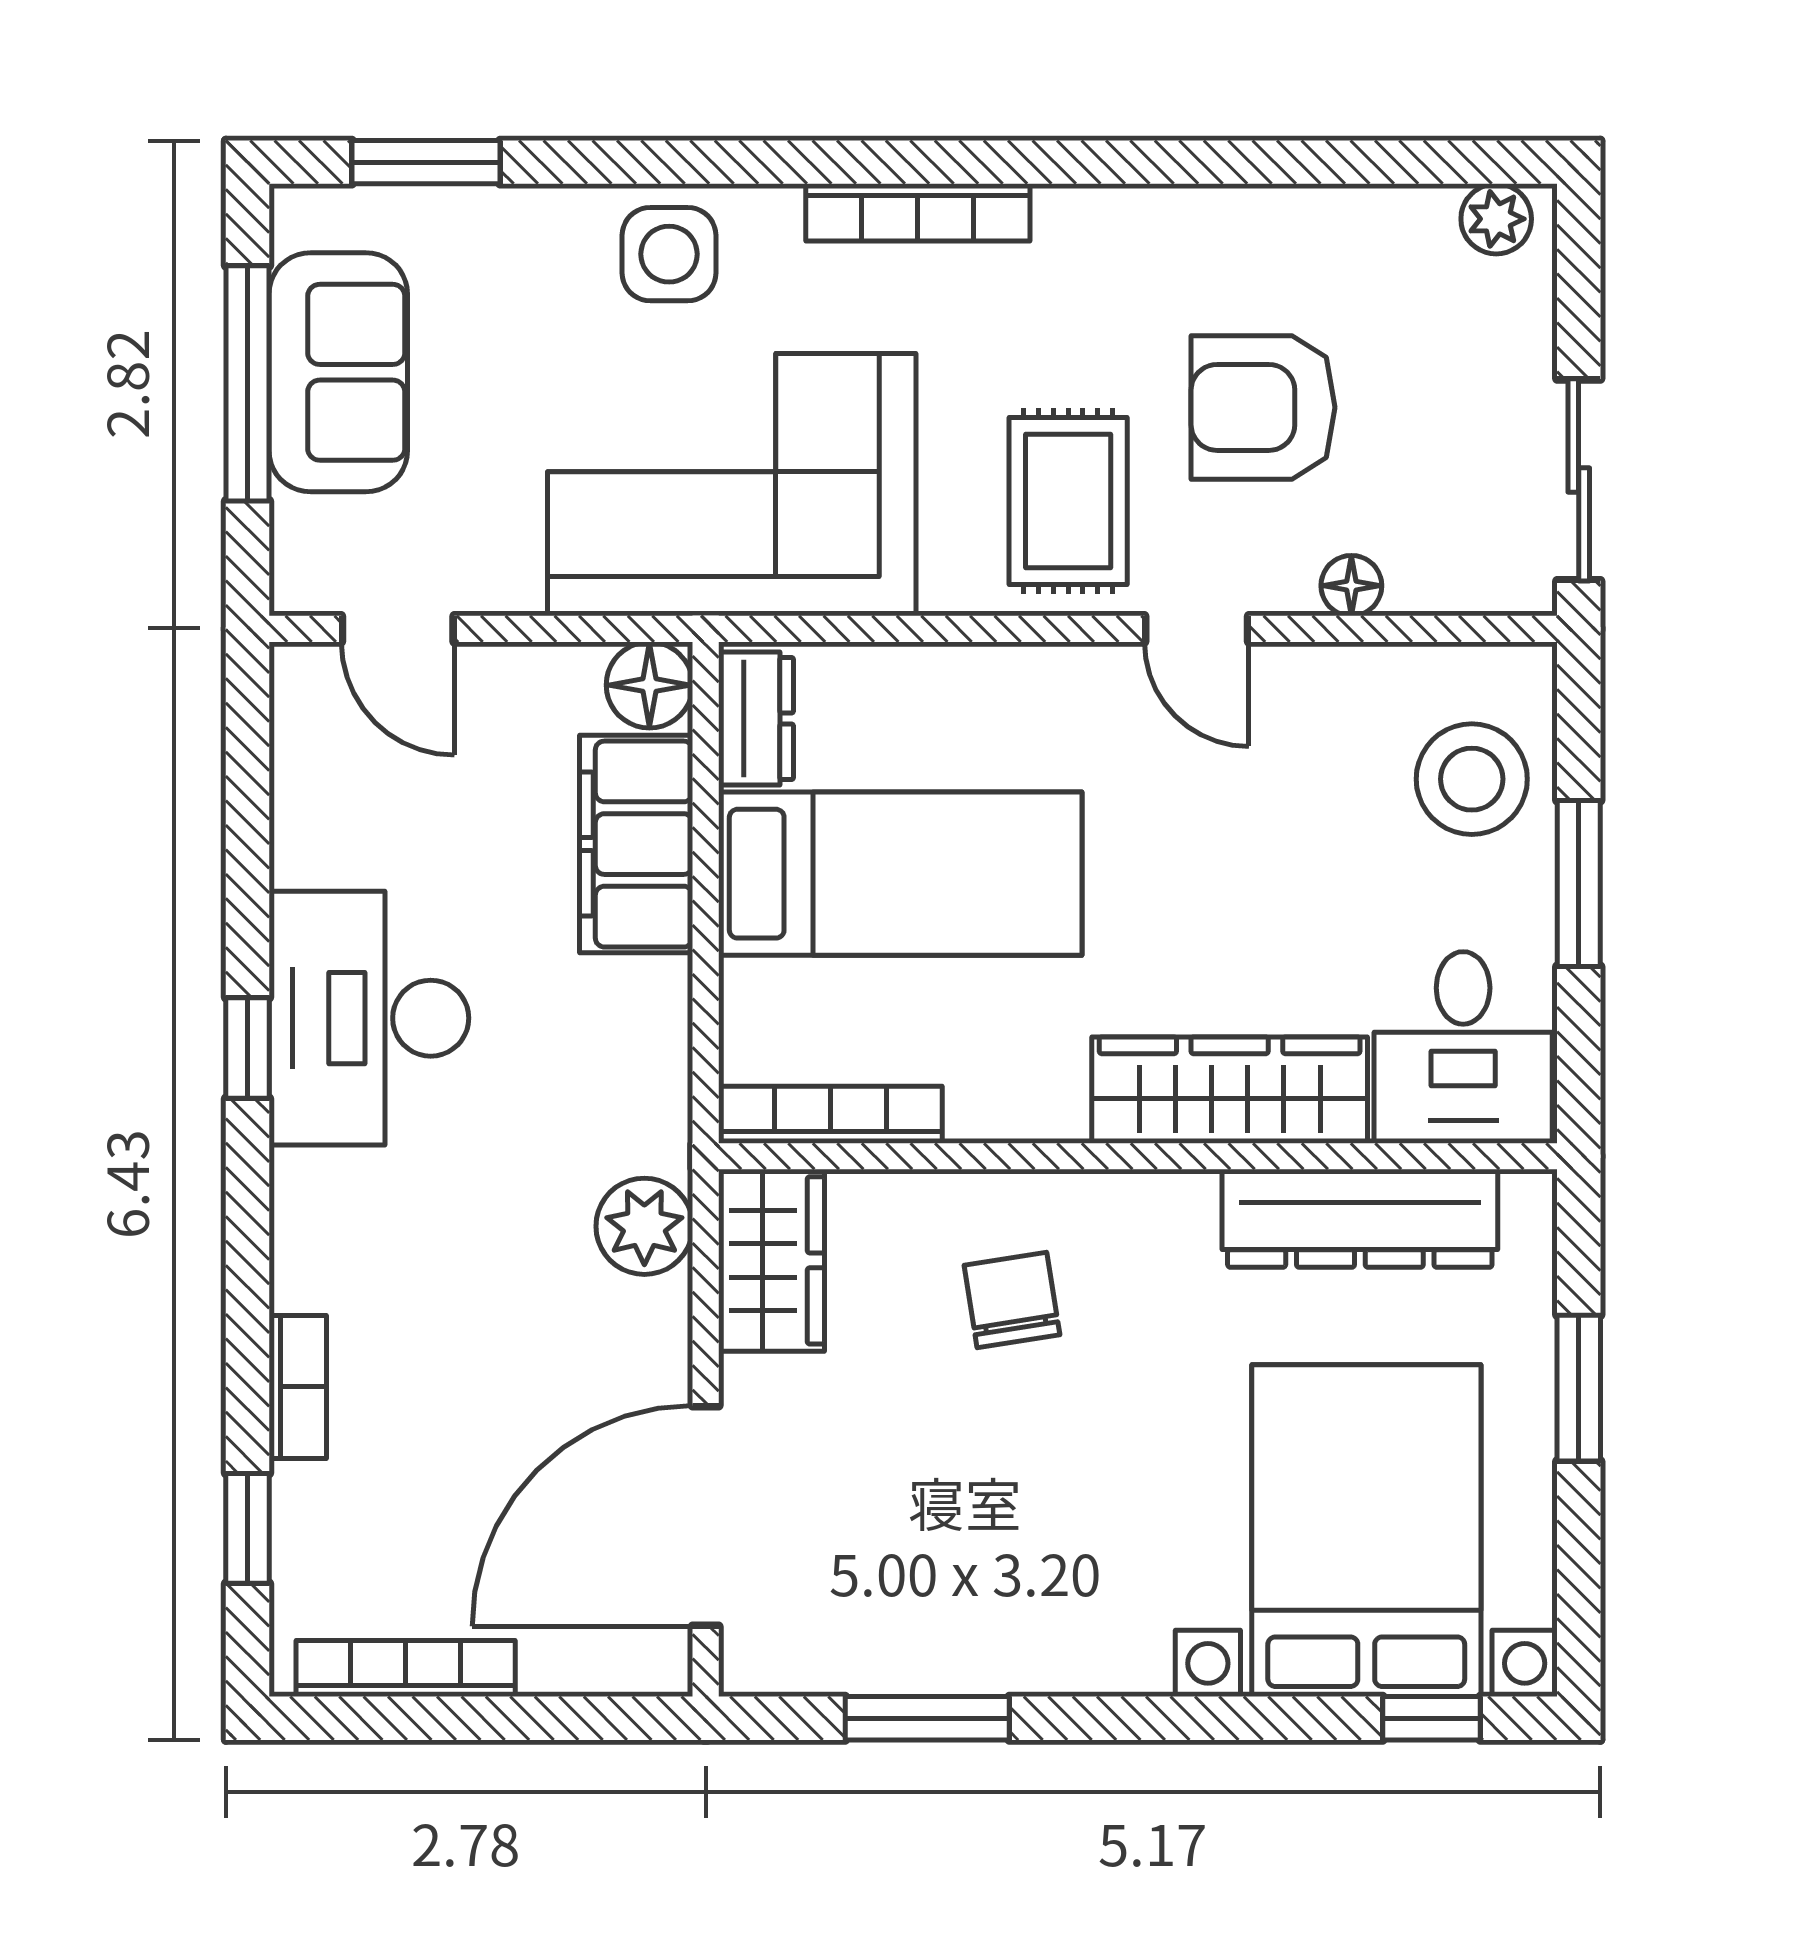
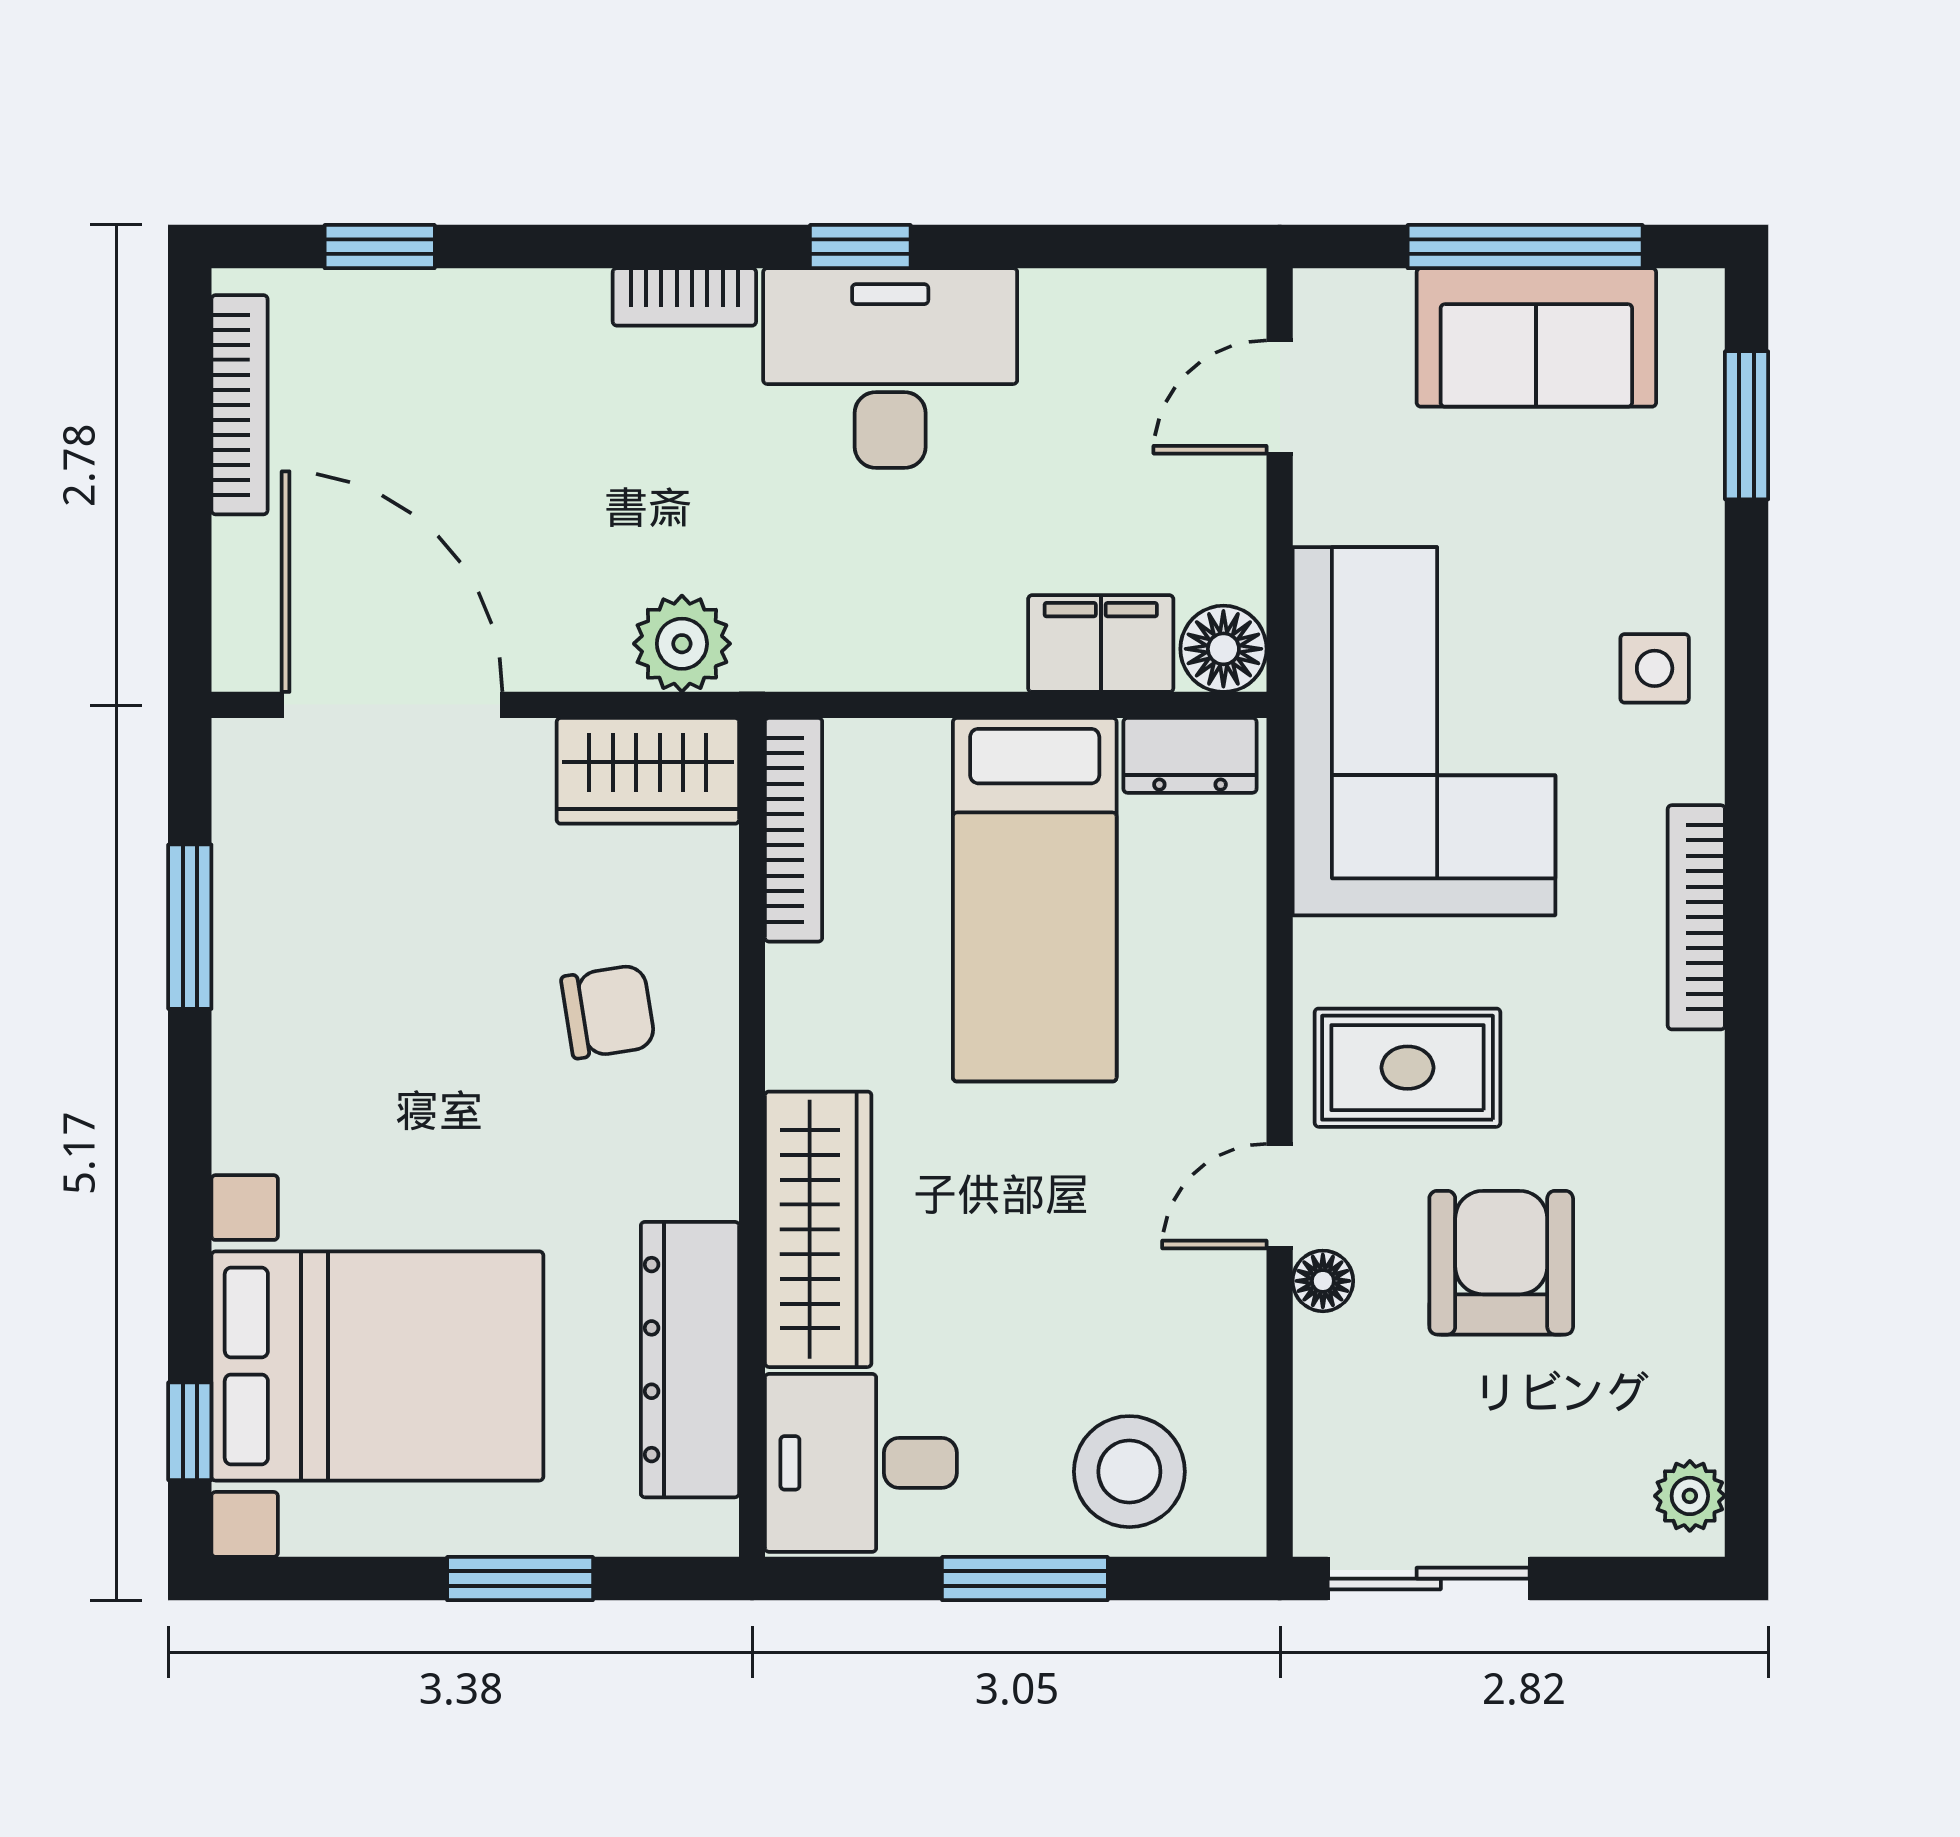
side table: (669, 254) -> (1655, 668), width x0.73, depth x0.73
floor lamp: (1351, 586) -> (1323, 1281), moved
filing cabinet: (636, 844) -> (1101, 644), width x0.67, depth x0.86
bookcase: (298, 1387) -> (684, 297), moved

